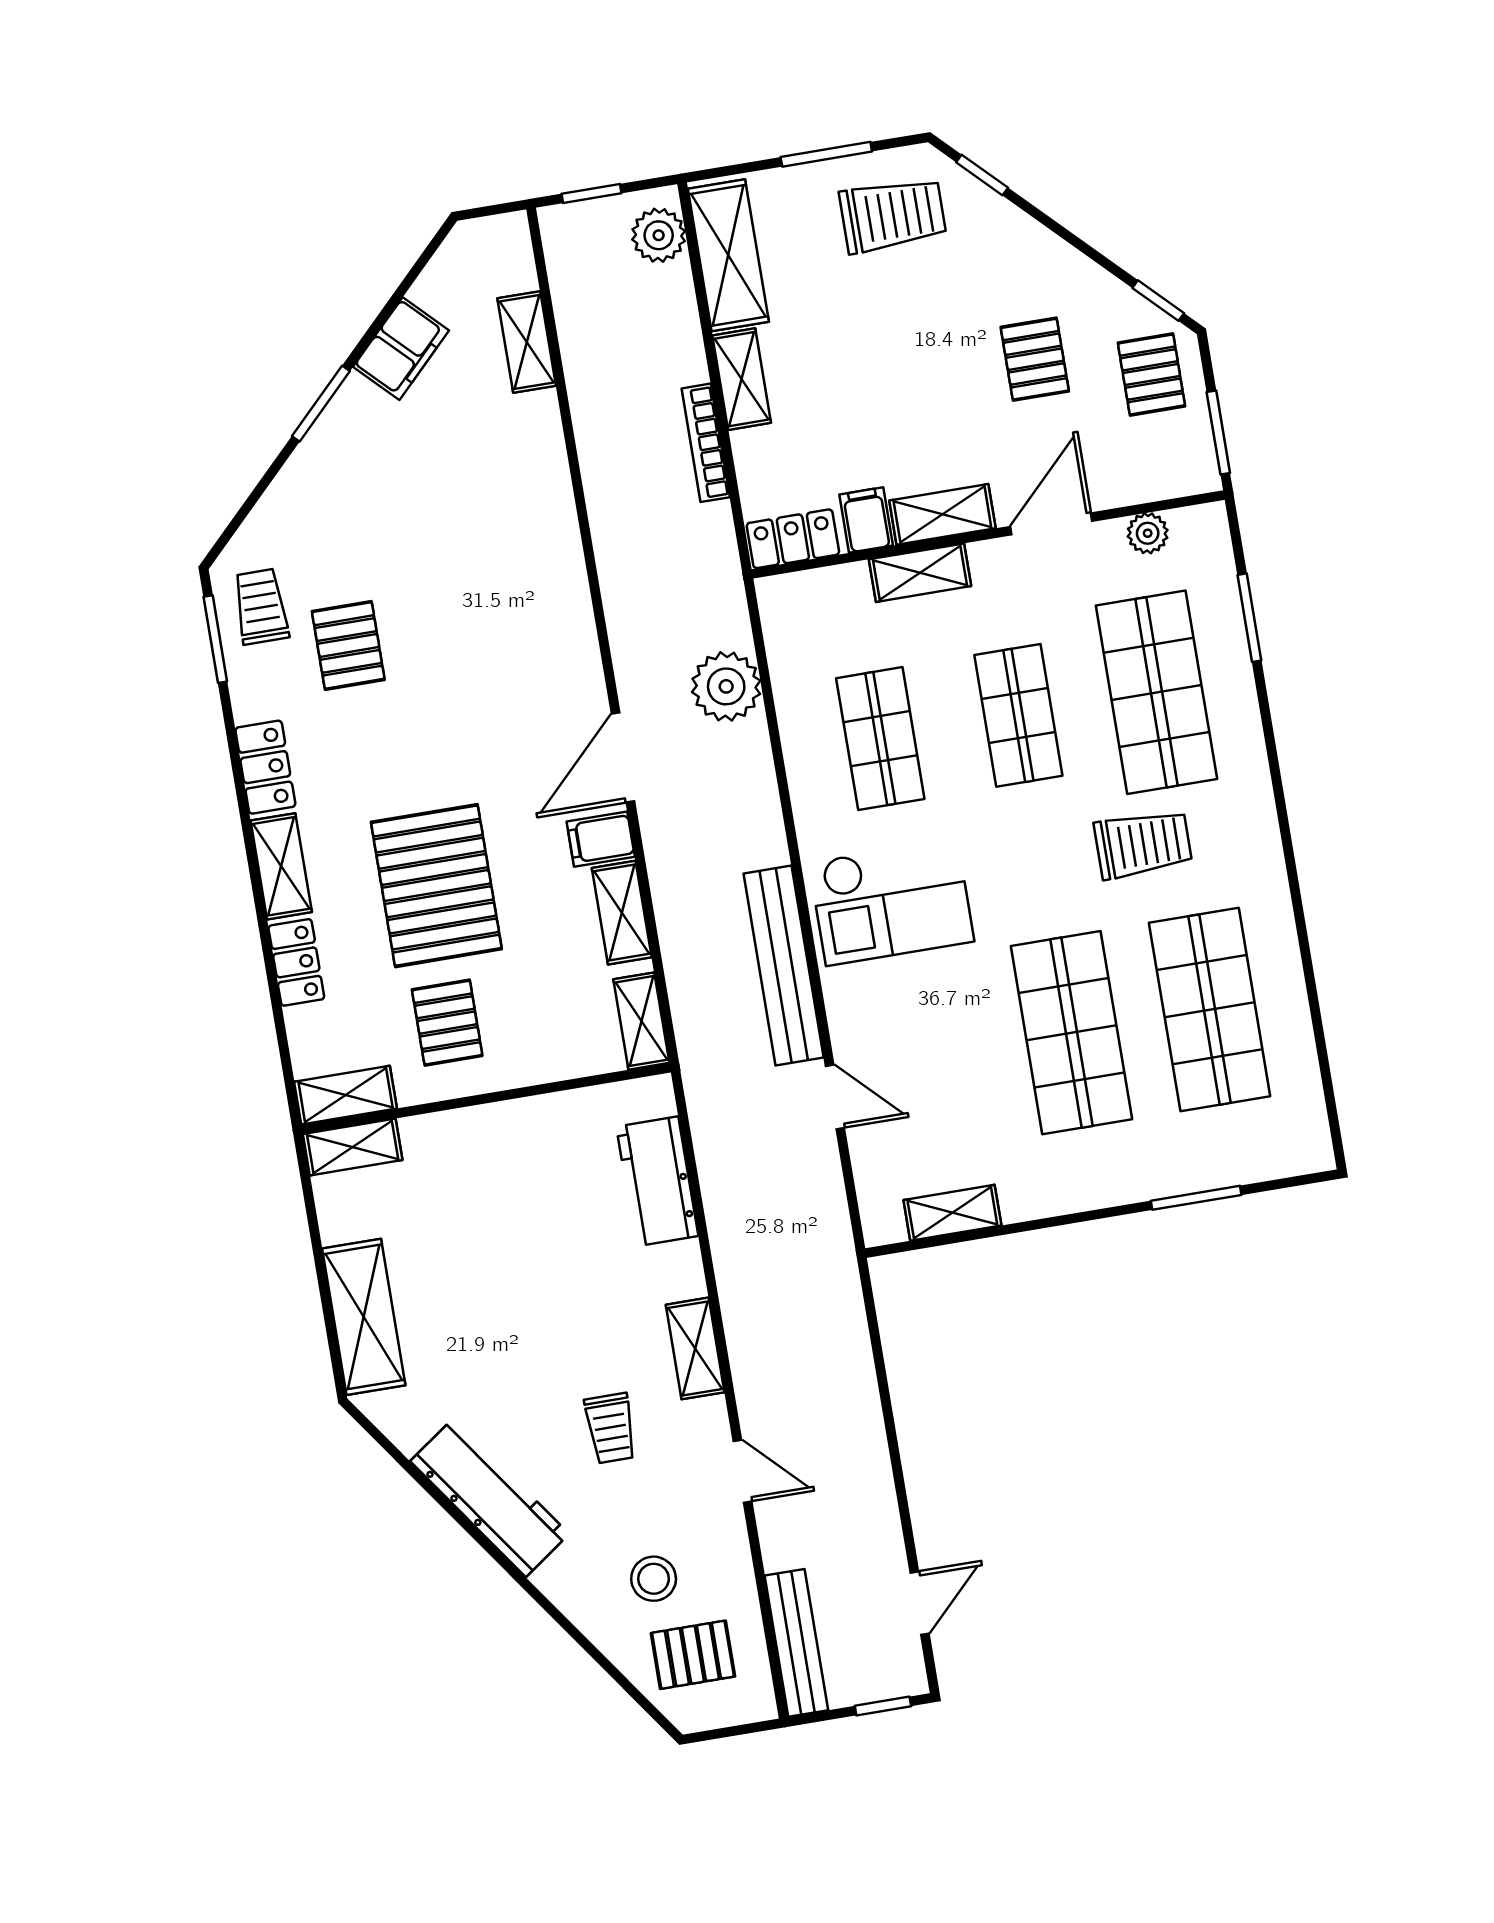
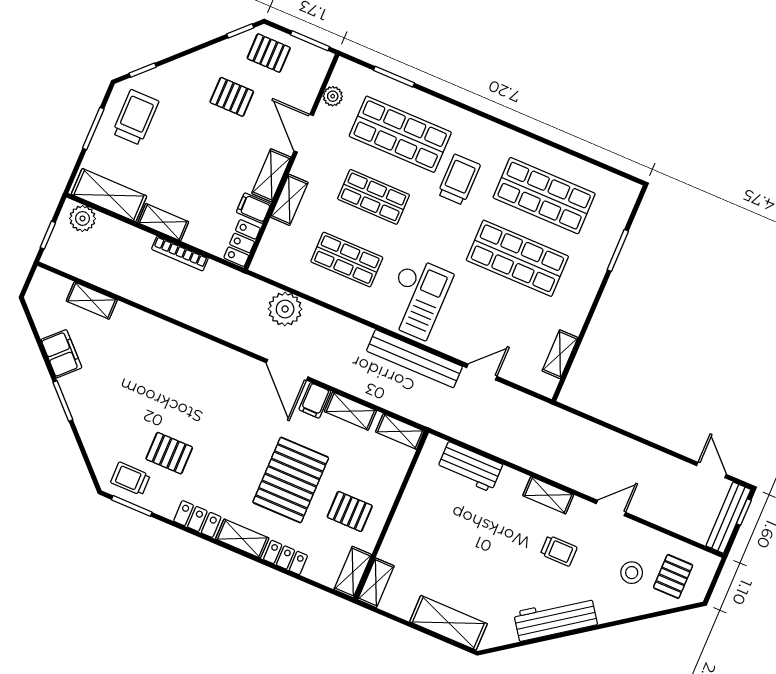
pallet: (436, 886) -> (291, 480), turned 90
bench: (796, 1643) -> (728, 518), moved, turned 90

